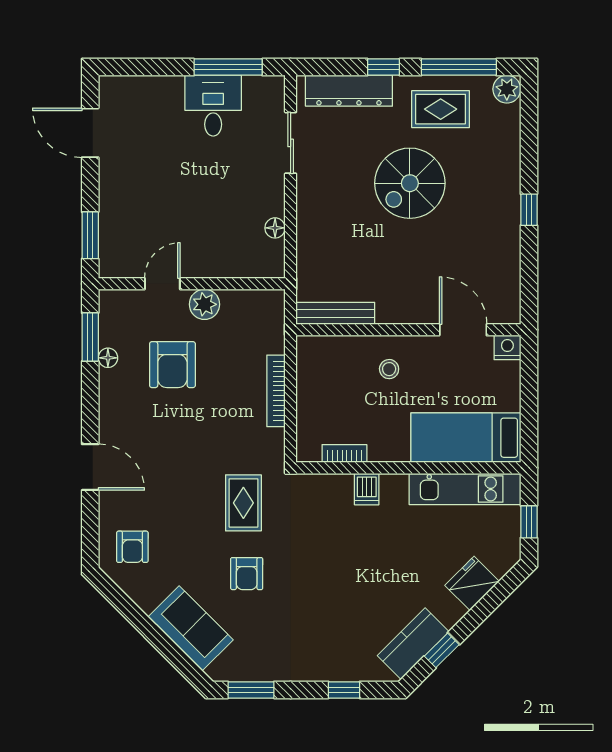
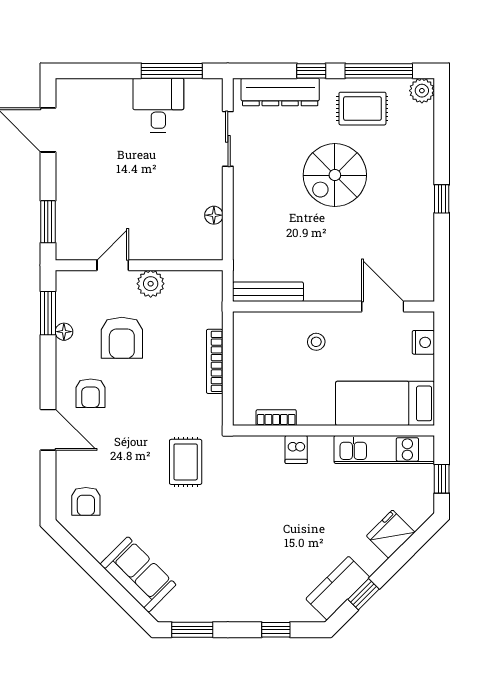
nightstand: (507, 347) -> (423, 342), moved, turned 90
armchair: (247, 574) -> (91, 393), moved

